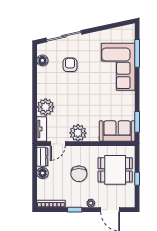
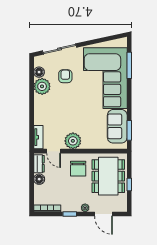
corner sofa: (118, 67) -> (105, 78), width x1.36, depth x1.36
plant: (46, 107) -> (42, 86), moved
sofa: (117, 131) -> (117, 126), moved, turned -90
door: (58, 144) -> (54, 151), hinge flipped
dining table: (115, 170) -> (108, 176), width x1.38
chair: (79, 174) -> (78, 169), moved

